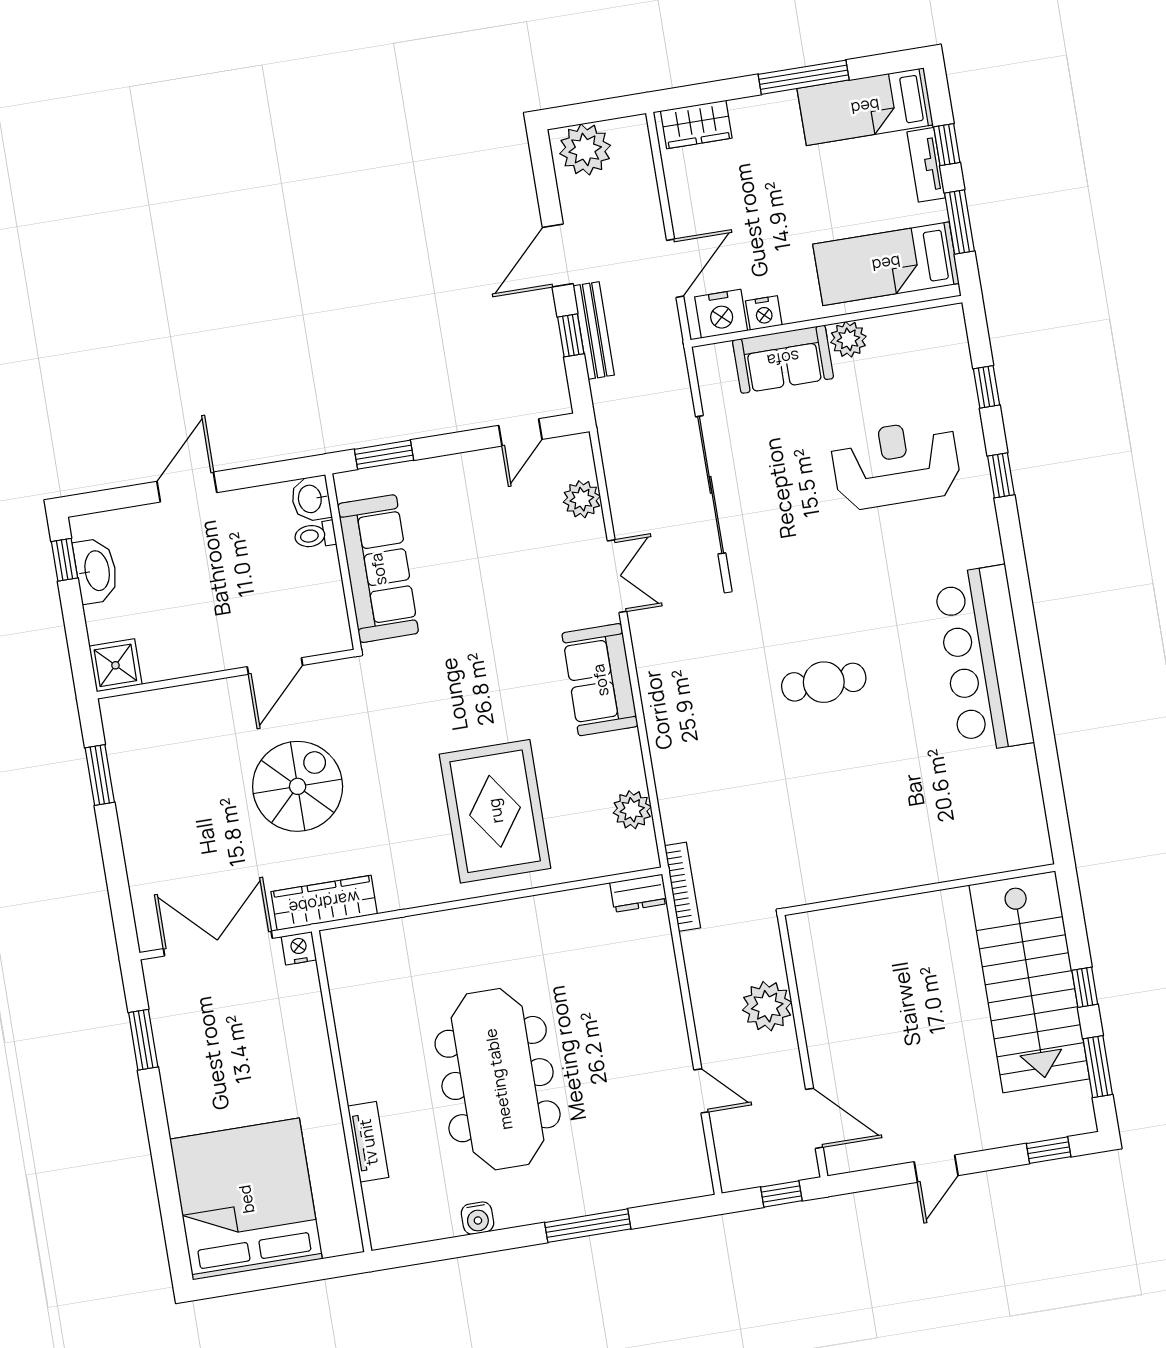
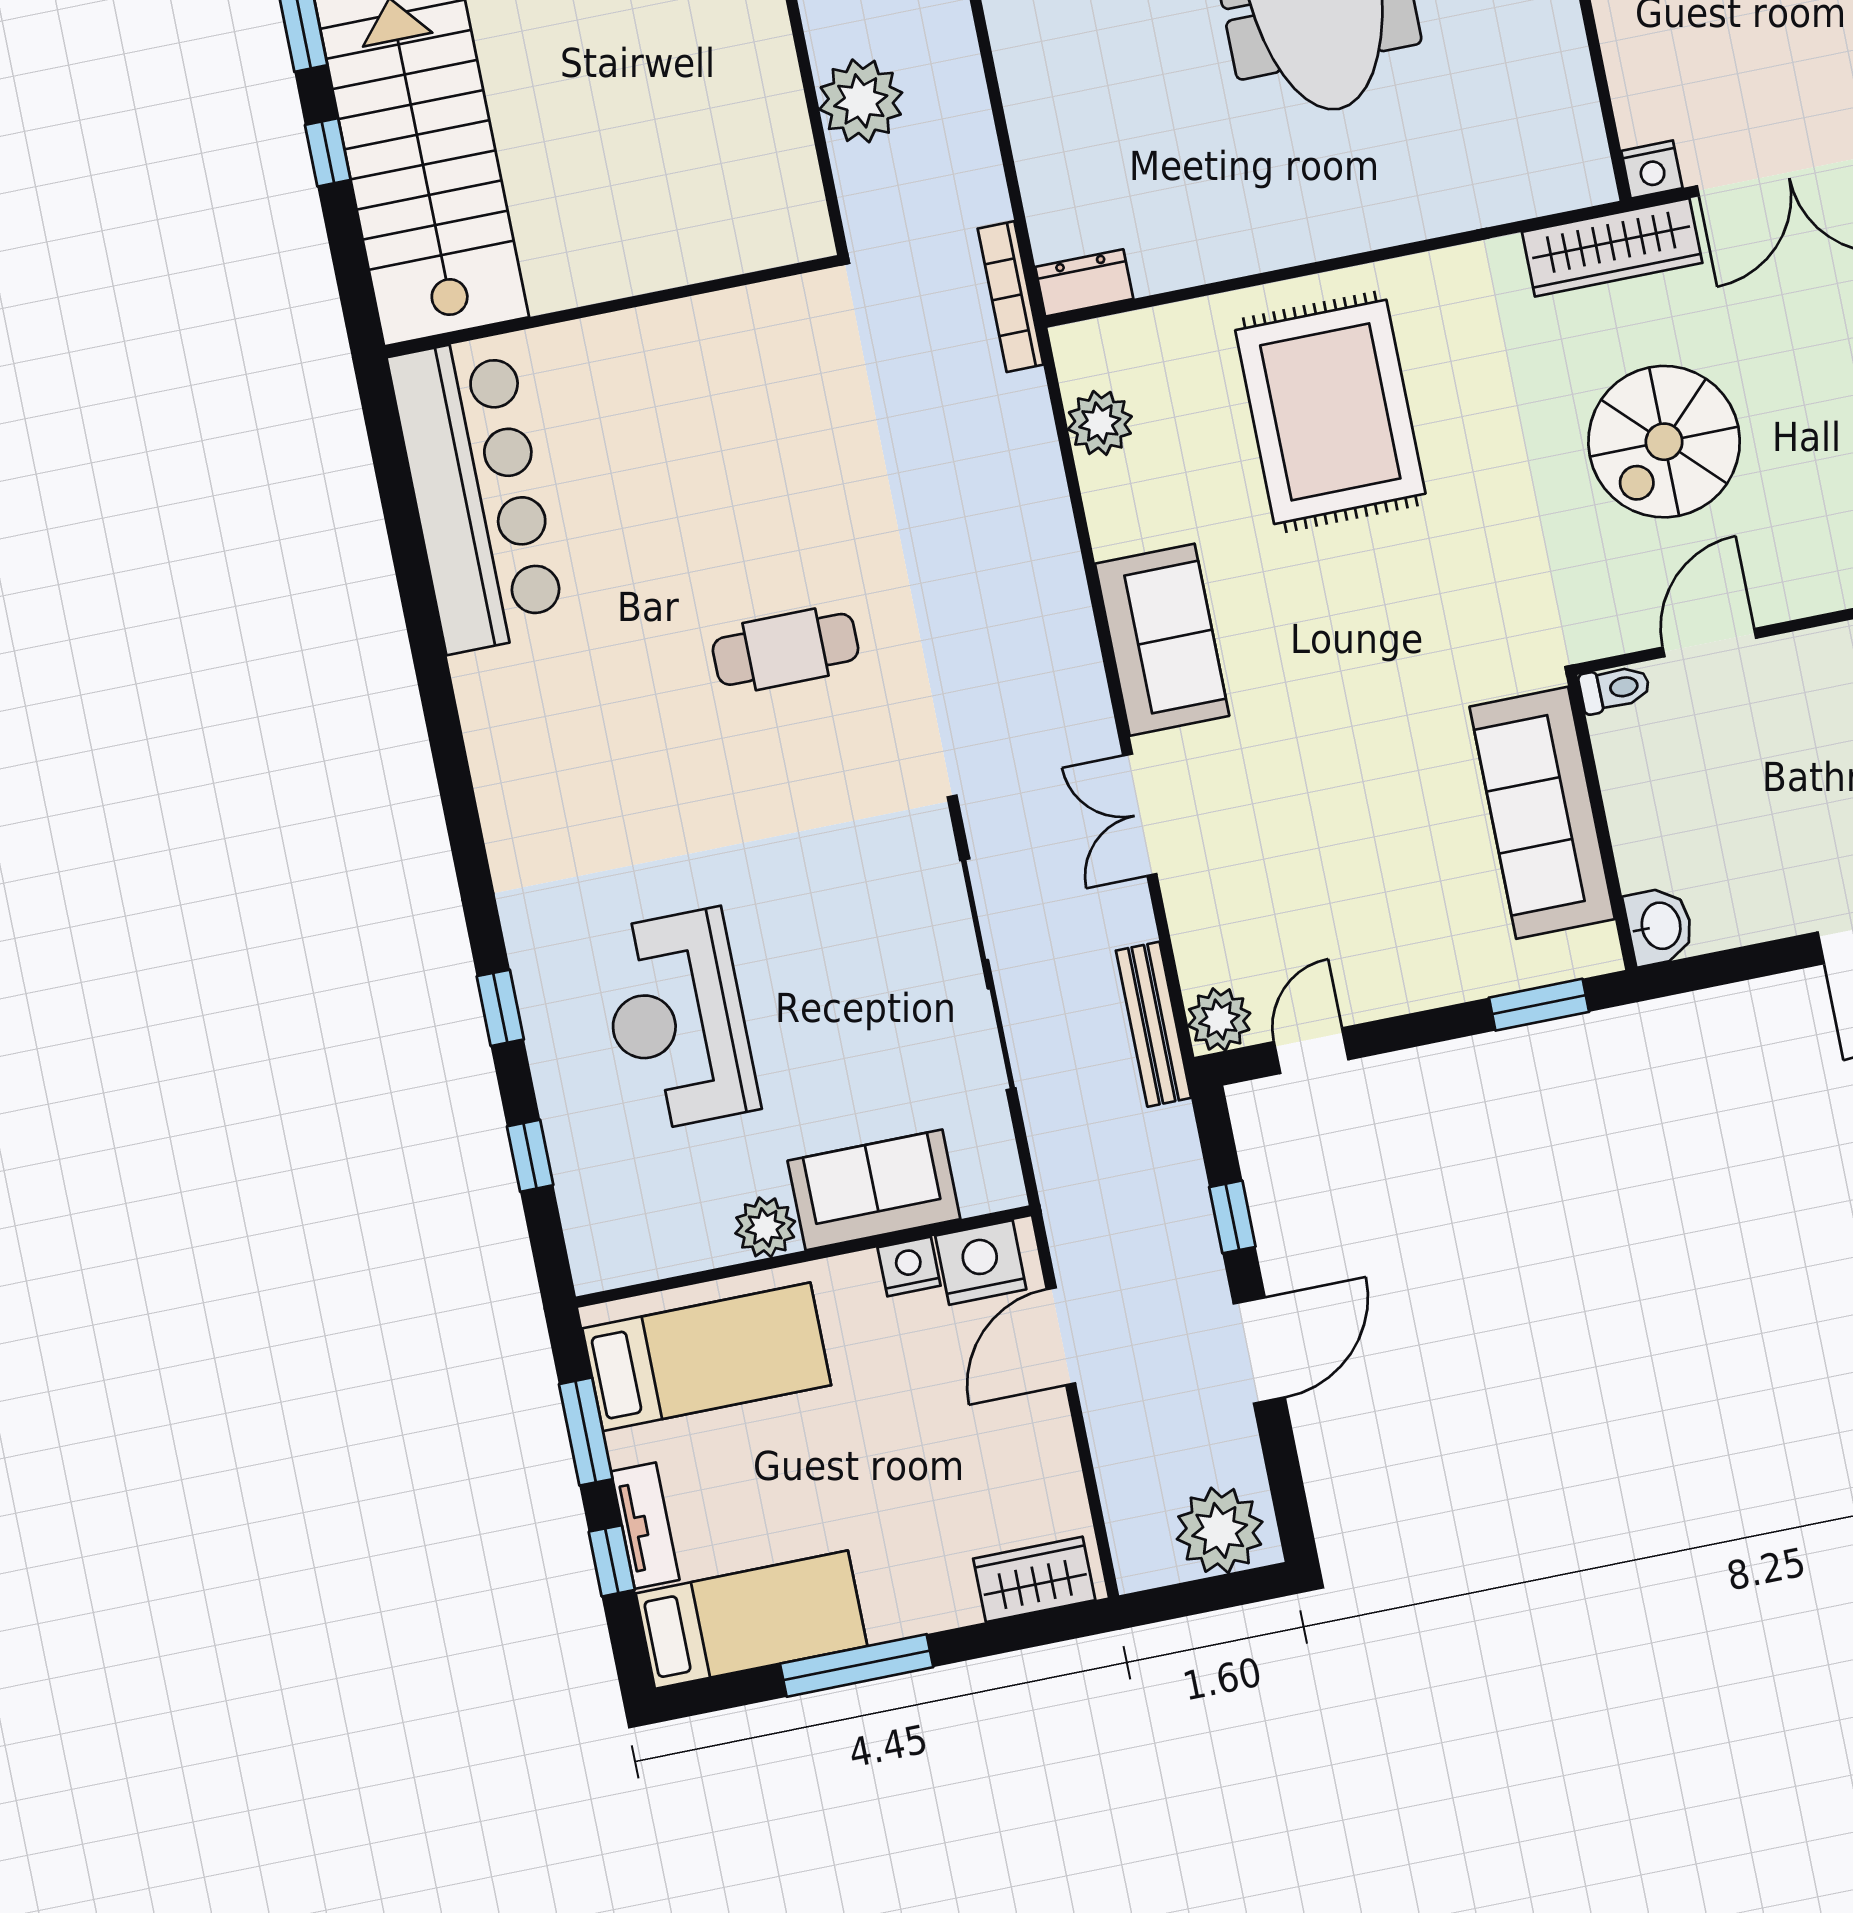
bench: (594, 330) -> (1153, 1024), moved
reception desk: (896, 464) -> (678, 1020), turned 90
plant: (582, 499) -> (1219, 1019), moved
toilet: (315, 535) -> (1615, 689), moved
bar counter: (984, 659) -> (477, 494), moved

